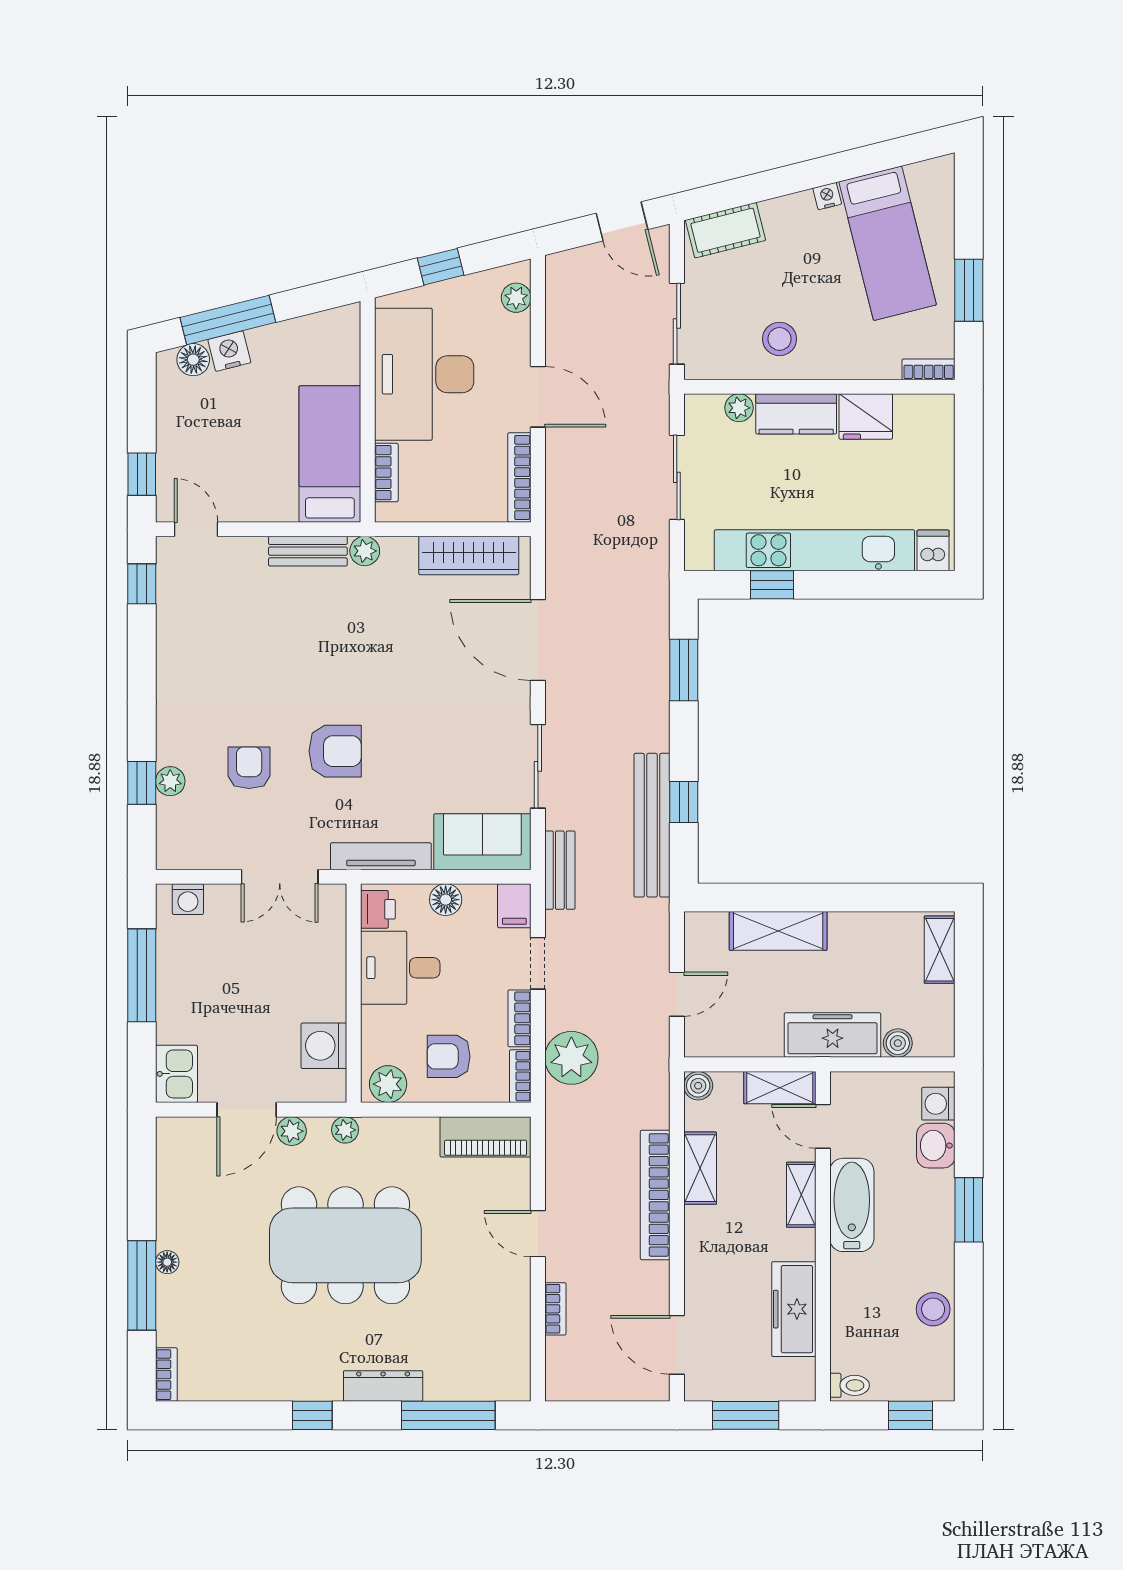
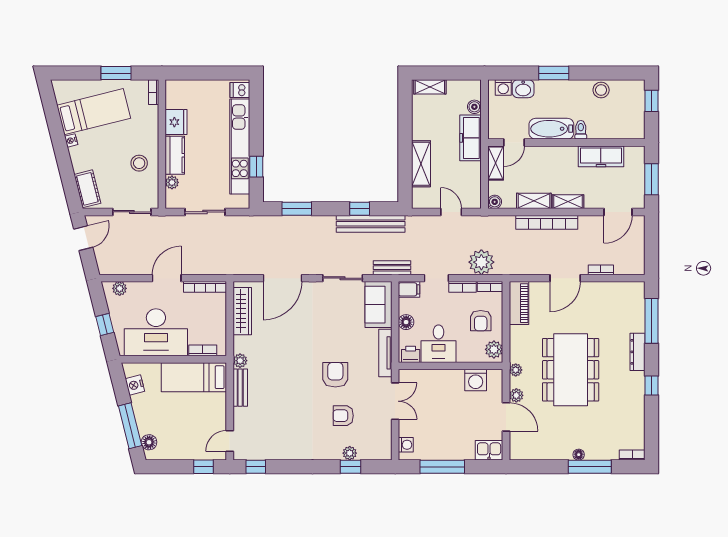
nightstand: (229, 351) -> (135, 385), moved
shelving: (801, 1195) -> (568, 202), moved
door: (538, 1234) -> (565, 278), width x1.38
toilet: (850, 1385) -> (581, 130), moved

